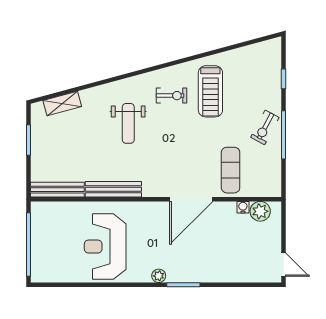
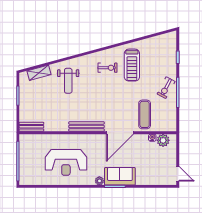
weight bench: (128, 123) -> (68, 81), moved
bench: (113, 189) -> (87, 126), moved
bench: (57, 190) -> (31, 127), width x0.73
reception desk: (105, 247) -> (66, 162), turned -90
sofa: (191, 269) -> (120, 176), added

